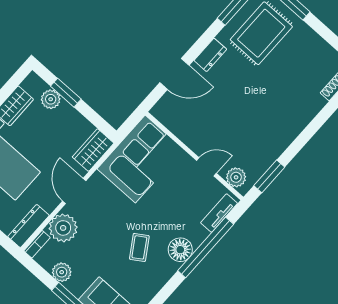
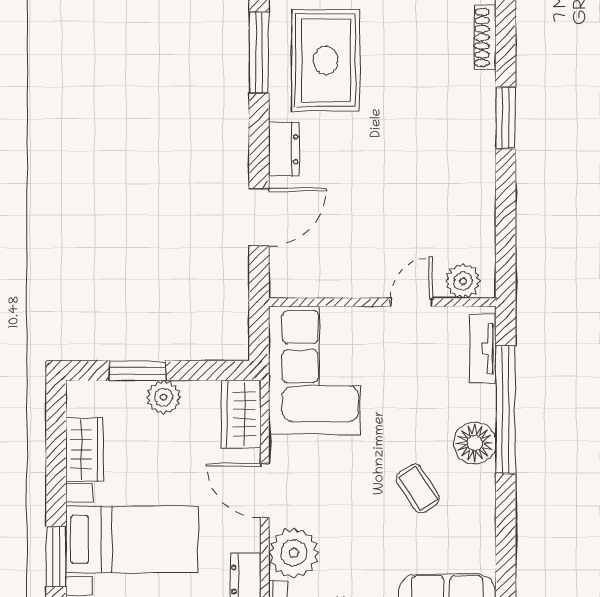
plant: (51, 99) -> (164, 397), moved
window: (269, 176) -> (506, 118), moved

